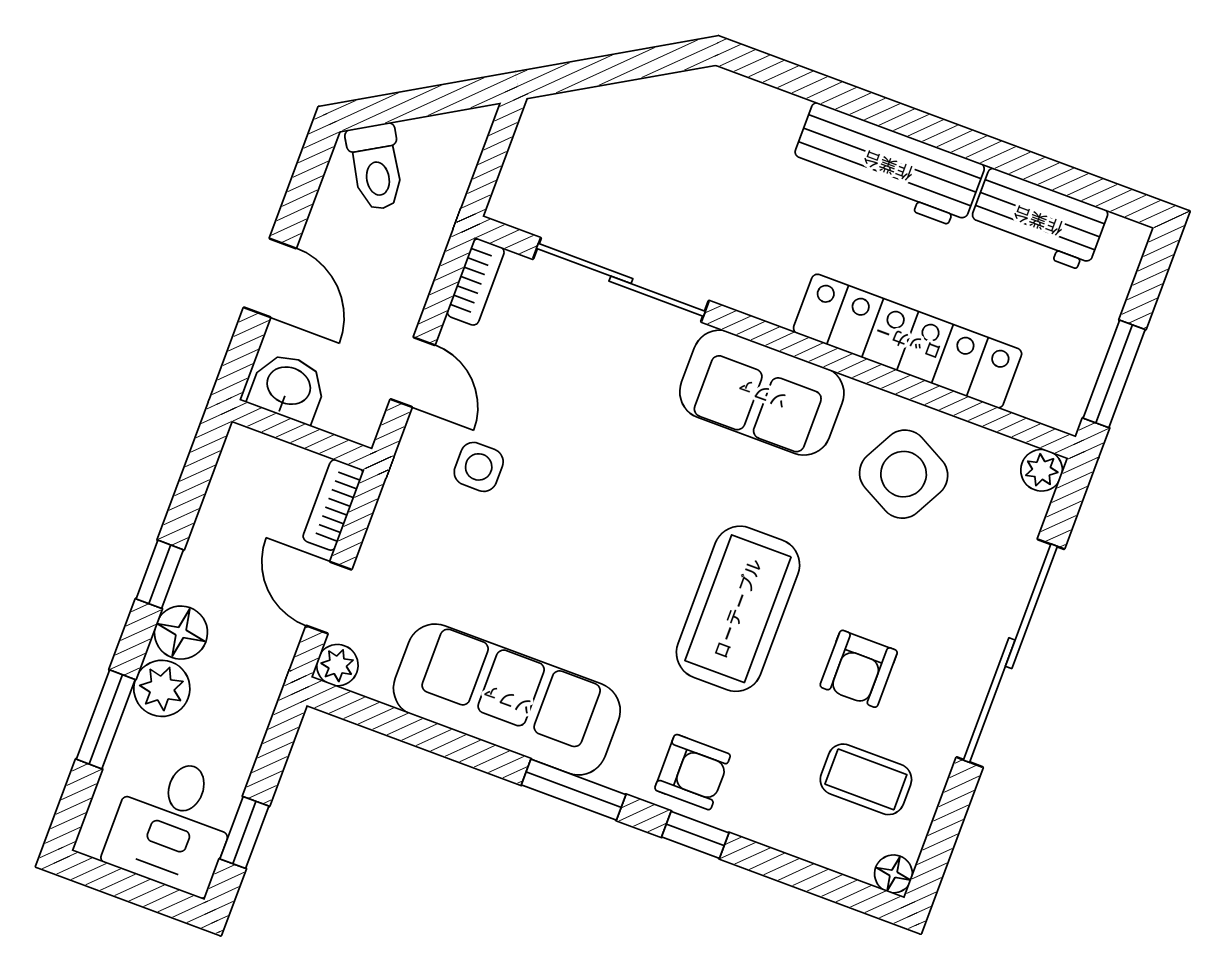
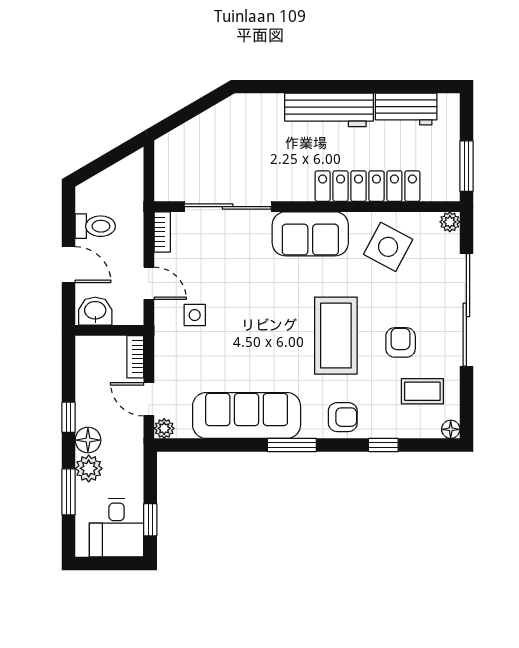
toilet: (376, 167) -> (95, 226), moved, turned -60
armchair: (859, 669) -> (401, 342), turned 180
window: (695, 835) -> (383, 445), moved

